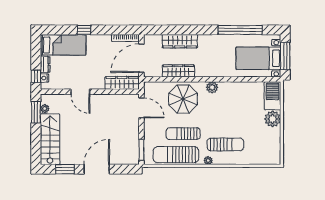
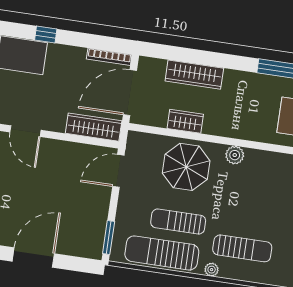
wardrobe: (178, 71) -> (185, 121), width x0.67
door: (141, 108) -> (118, 171), swing flipped

